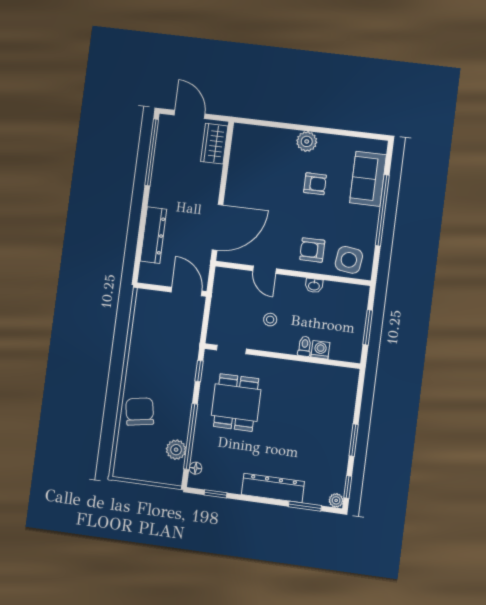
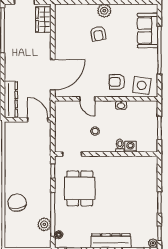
armchair: (315, 184) -> (98, 34), moved, turned 80
dresser: (153, 235) -> (11, 99), moved

